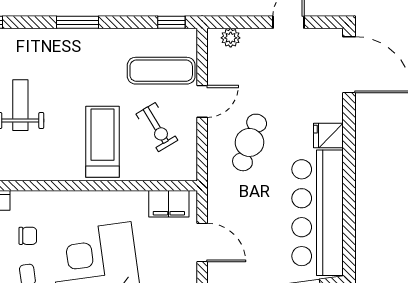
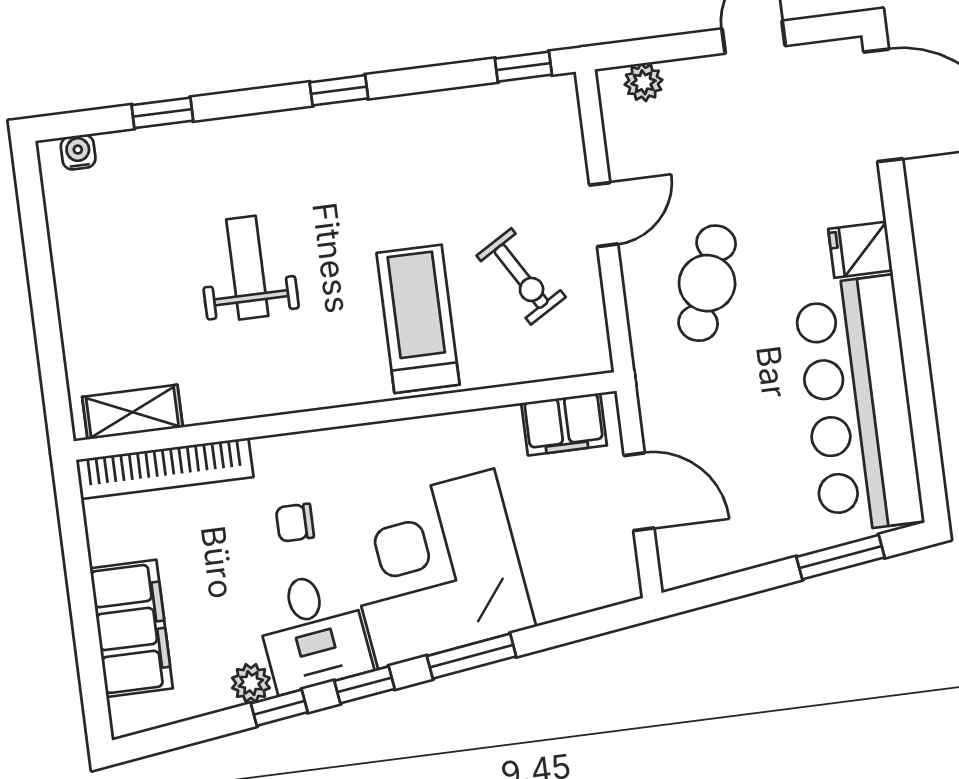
window: (78, 22) -> (339, 90), width x0.67
exercise mat: (161, 71) -> (515, 164), removed
chair: (28, 236) -> (295, 523), turned 180

